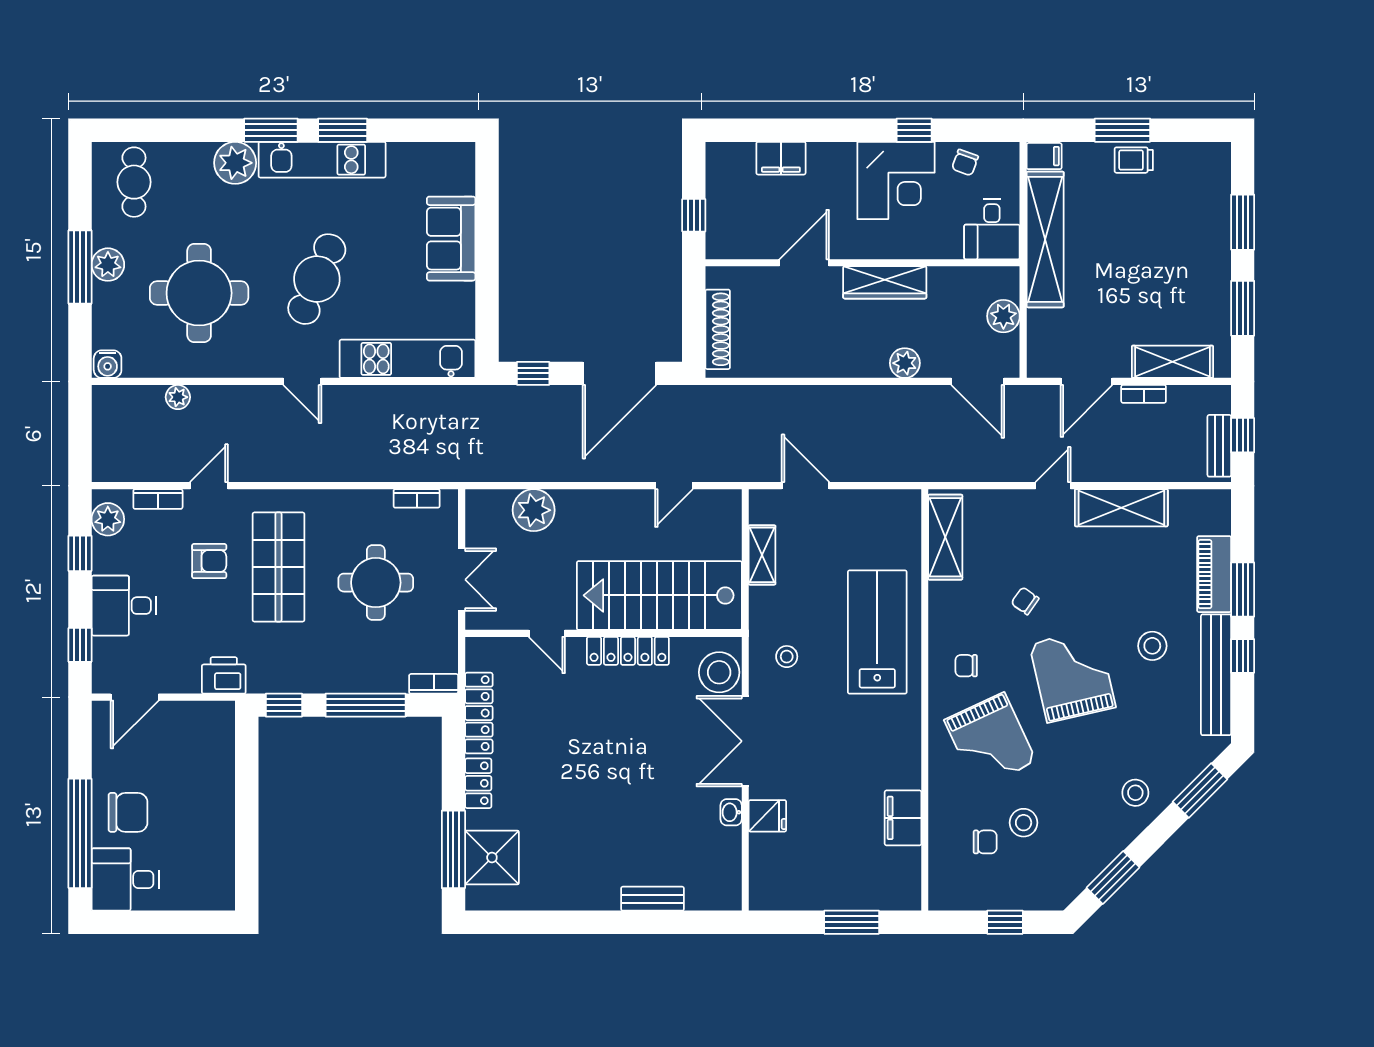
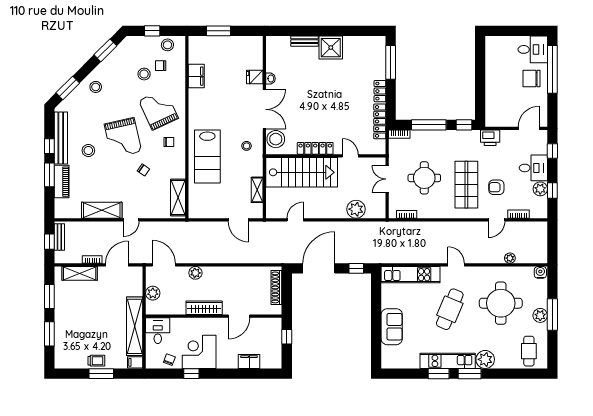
plant: (108, 519) -> (540, 189), moved
shower: (492, 857) -> (331, 48), moved
stool: (969, 890) -> (167, 45), added

